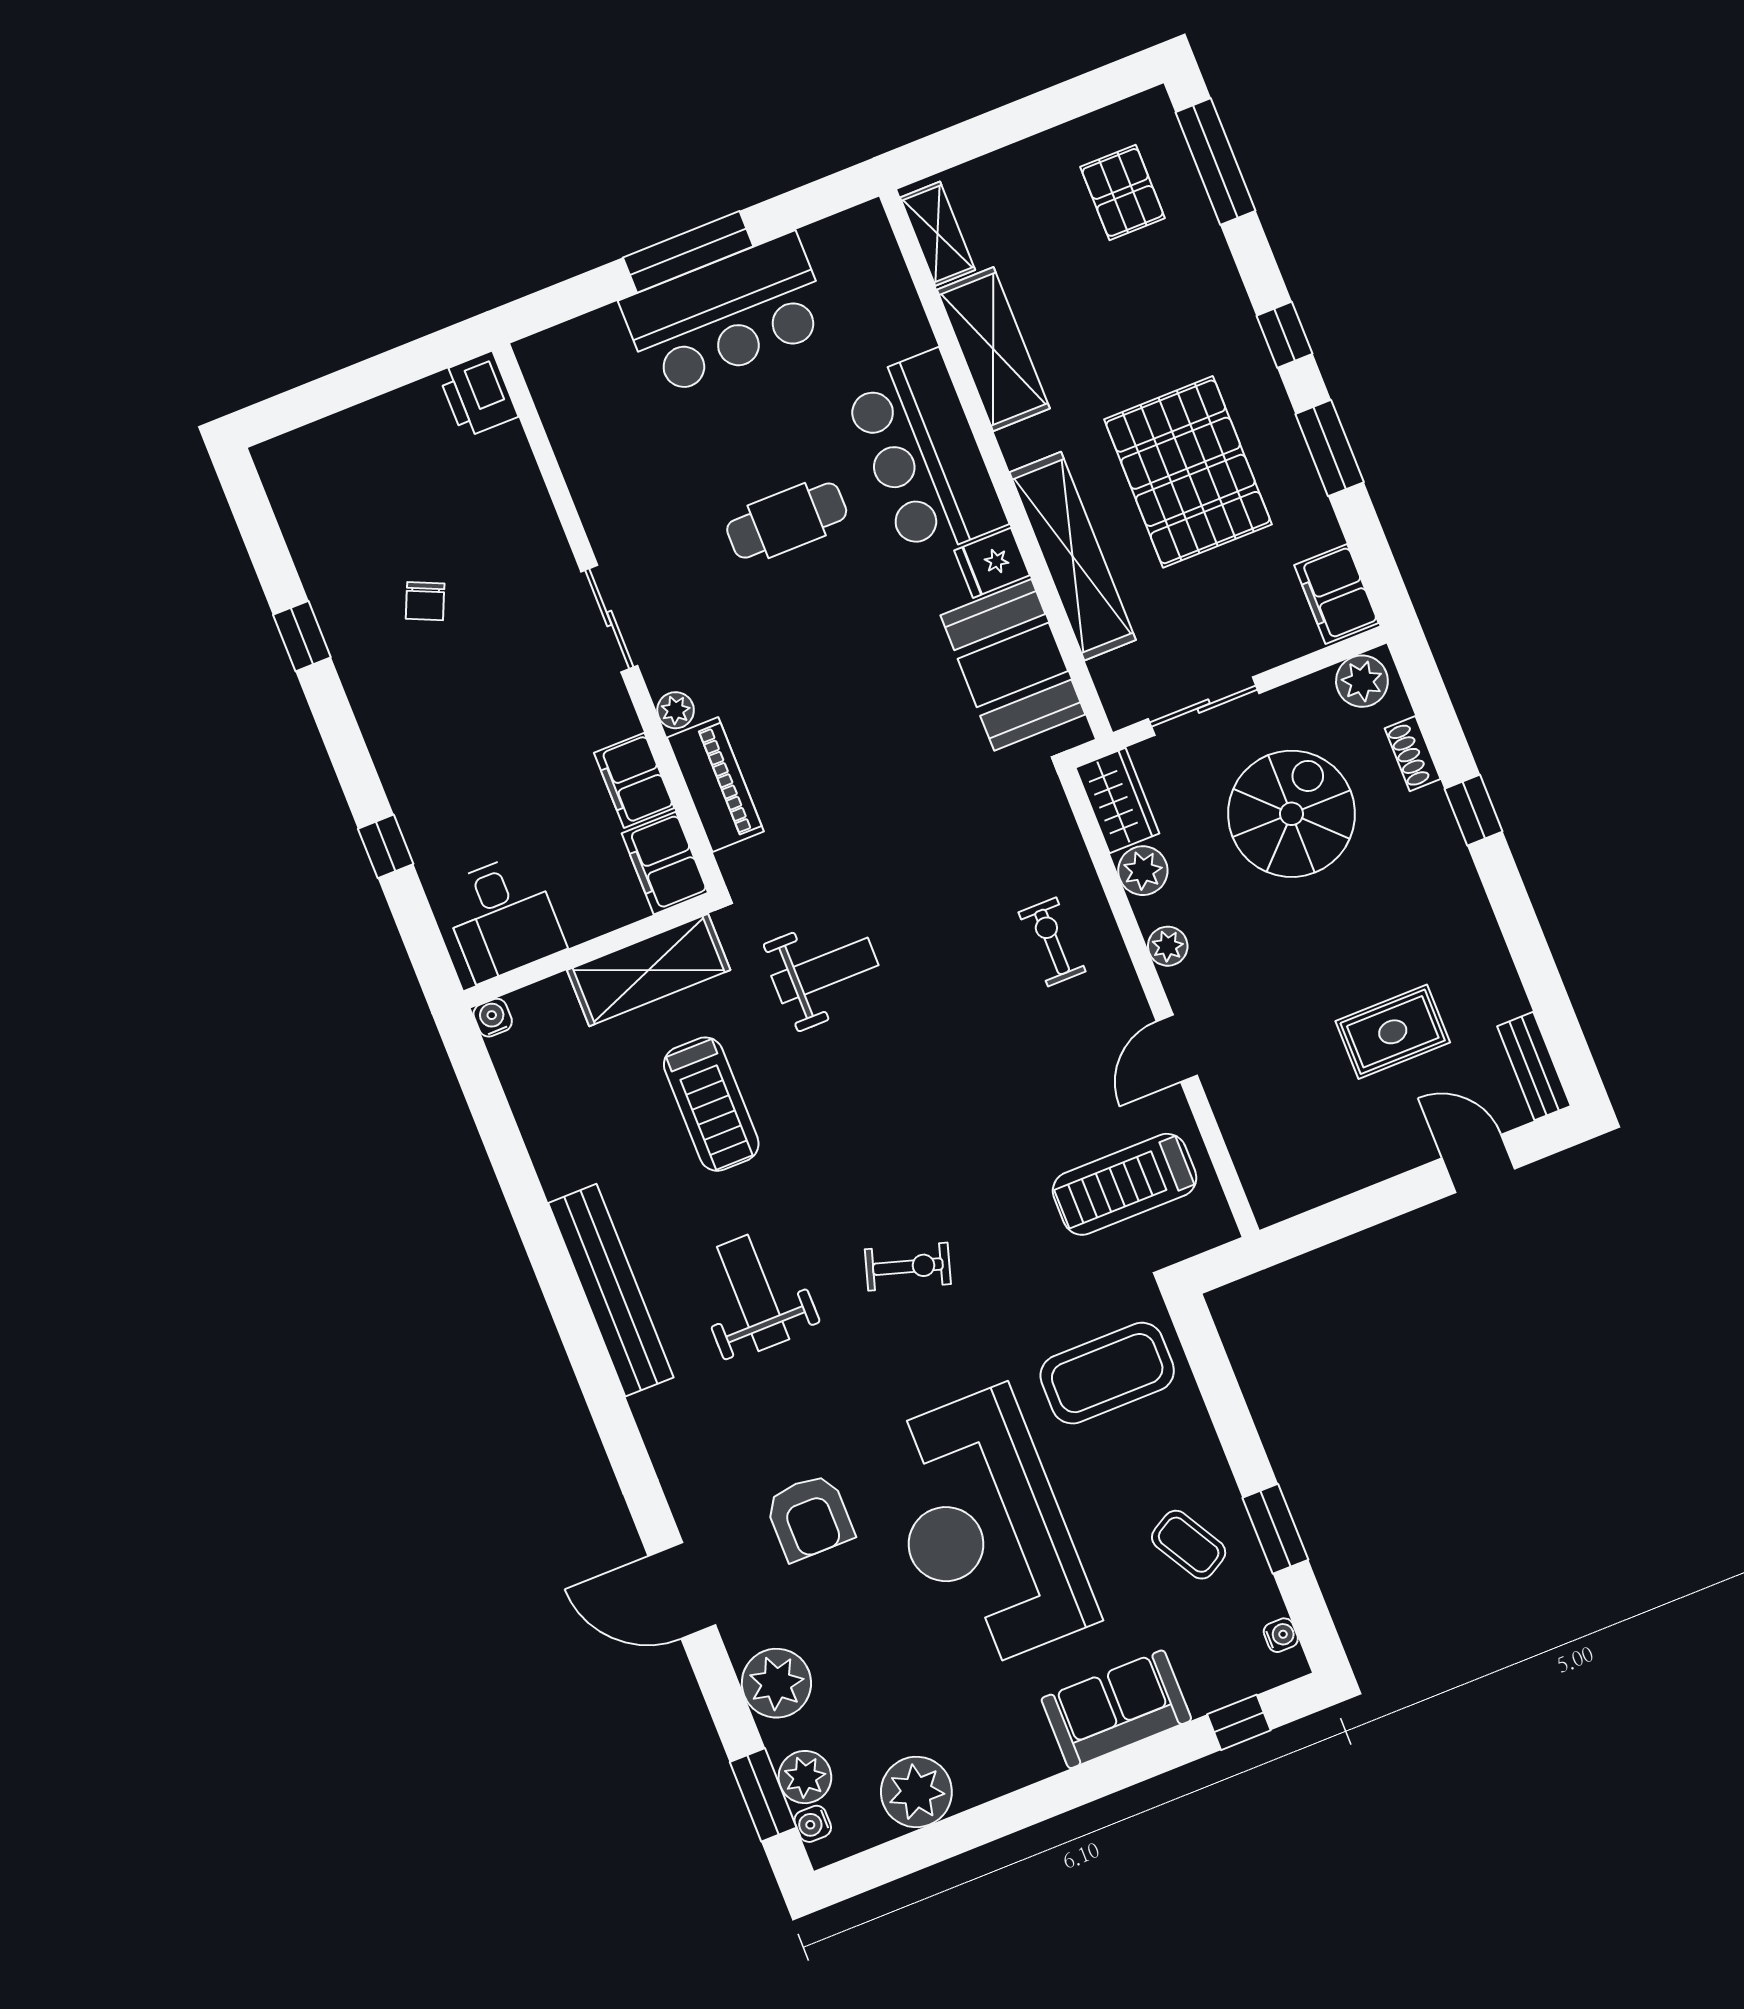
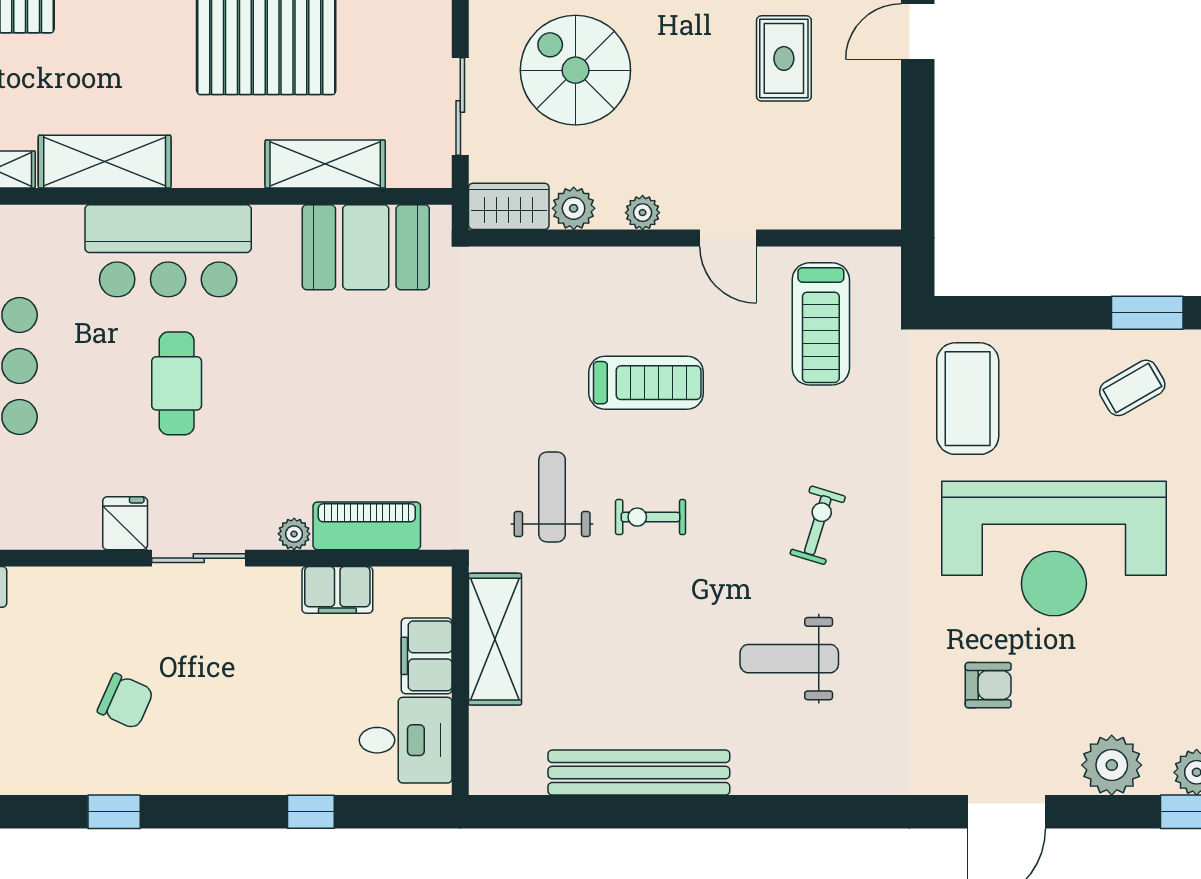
shelving: (1073, 556) -> (325, 164), width x0.68
fridge: (992, 563) -> (125, 523), moved, turned 180
chair: (425, 601) -> (125, 701), width x1.37, depth x1.37
filing cabinet: (665, 863) -> (427, 656), moved, turned 90
exercise bike: (1052, 942) -> (651, 517), moved
water cooler: (493, 1018) -> (483, 780), removed
treadmill: (711, 1104) -> (646, 383), moved
bench: (611, 1290) -> (639, 773), moved
armchair: (809, 1517) -> (988, 685), width x0.72, depth x0.72

